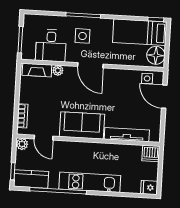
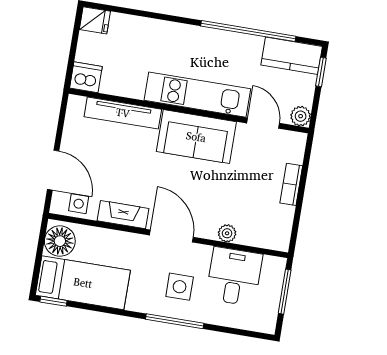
fireplace: (37, 70) -> (123, 215), moved
bookcase: (22, 116) -> (291, 184), moved
kitchen unit: (90, 182) -> (197, 95), moved, turned 180

